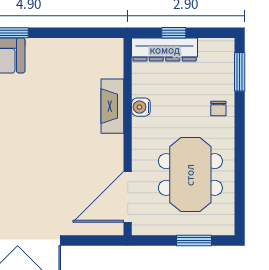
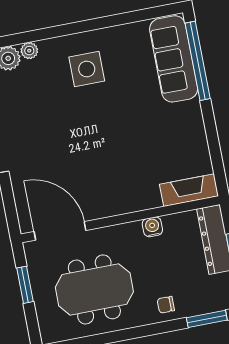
fireplace: (112, 106) -> (189, 190), moved
window: (194, 240) -> (25, 285), moved

